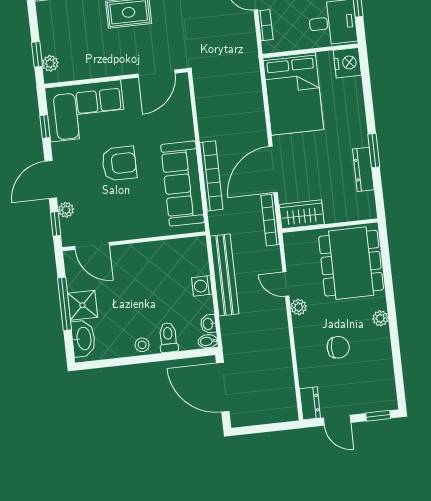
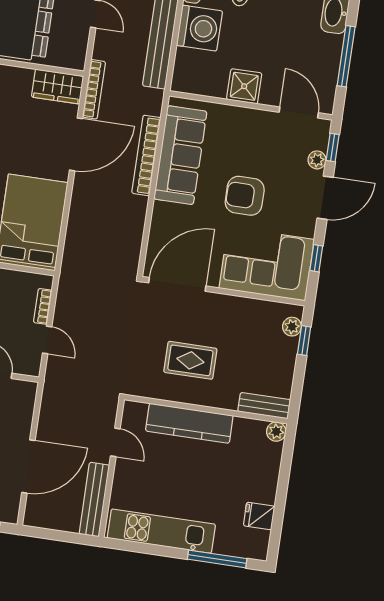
door: (157, 74) -> (177, 284), width x1.36
washing machine: (202, 286) -> (199, 28), width x1.89, depth x1.89
shower: (82, 305) -> (244, 86), moved

